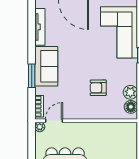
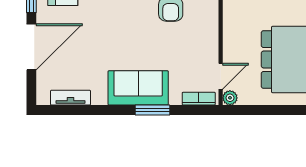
tv unit: (40, 27) -> (71, 98), width x0.71
door: (54, 121) -> (221, 76), swing flipped

